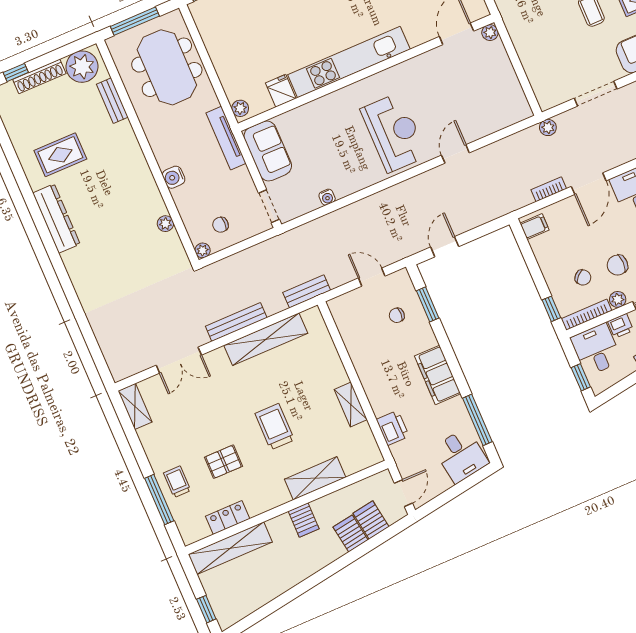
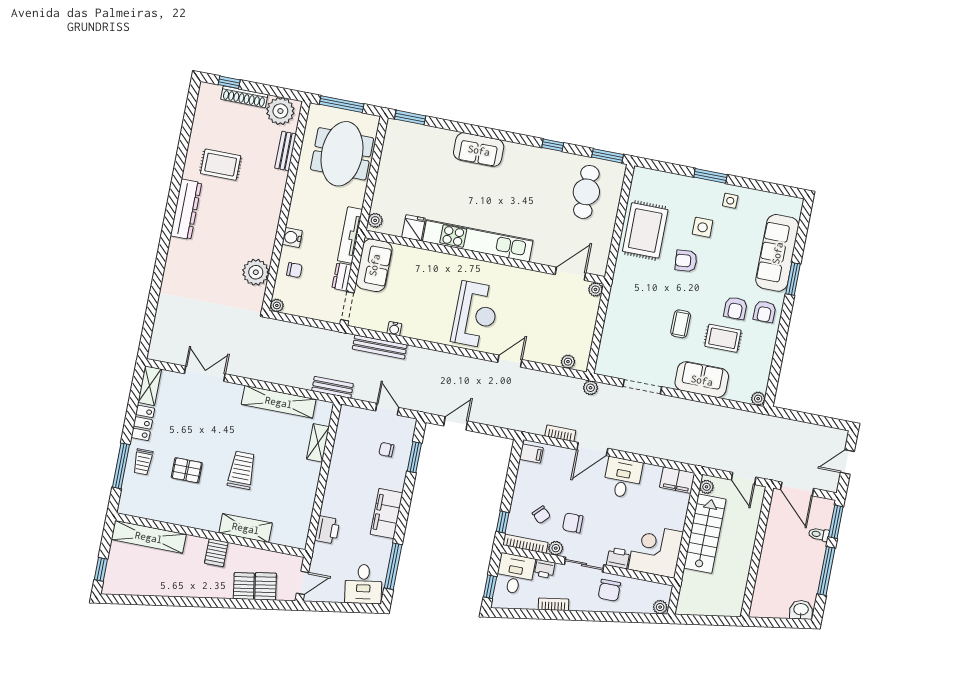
plant: (510, 117) -> (568, 362), added
dresser: (245, 182) -> (342, 277), added
plant: (165, 224) -> (256, 272), width x1.87, depth x1.87
chair: (221, 225) -> (294, 270), moved, turned 180
bench: (236, 322) -> (380, 347), moved
double door: (179, 360) -> (205, 374), swing flipped
shelving: (351, 404) -> (318, 443), moved
trolley: (177, 482) -> (143, 462), turned 180
locker: (228, 517) -> (143, 423), moved, turned 90

